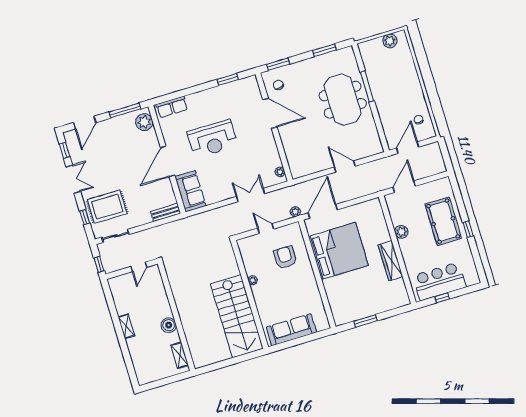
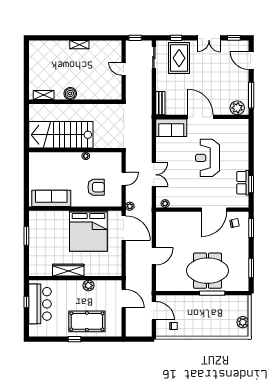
row of seats: (172, 107) -> (243, 183), moved
wall: (176, 316) -> (75, 102), moved
boiler: (169, 325) -> (70, 94), moved
sofa: (291, 330) -> (51, 198), moved, turned -90
shelving: (180, 355) -> (44, 95), moved

